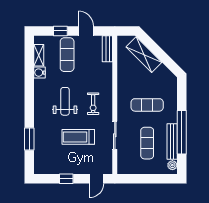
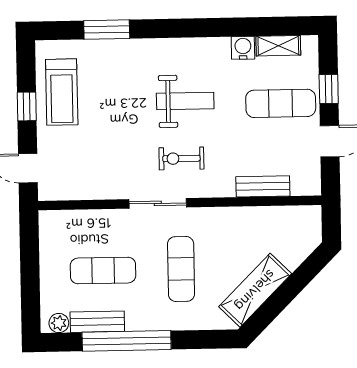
bench: (107, 49) -> (263, 186), moved
shelving: (144, 55) -> (255, 290), moved
sliding door: (115, 135) -> (158, 203), moved
treadmill: (78, 137) -> (62, 92), moved, turned 180
bench: (172, 142) -> (97, 322), width x0.73

